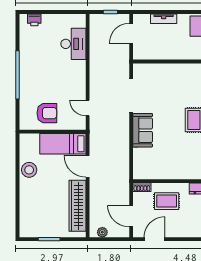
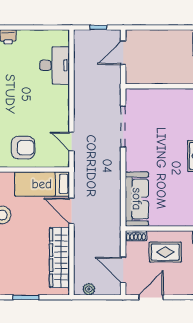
tv unit: (164, 19) -> (162, 36), removed
sofa: (143, 130) -> (137, 199), moved, width x1.36

